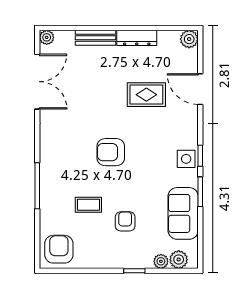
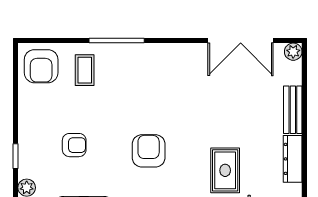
armchair: (111, 152) -> (149, 151), moved
coffee table: (88, 205) -> (85, 70), moved
armchair: (59, 249) -> (41, 66), turned 90

